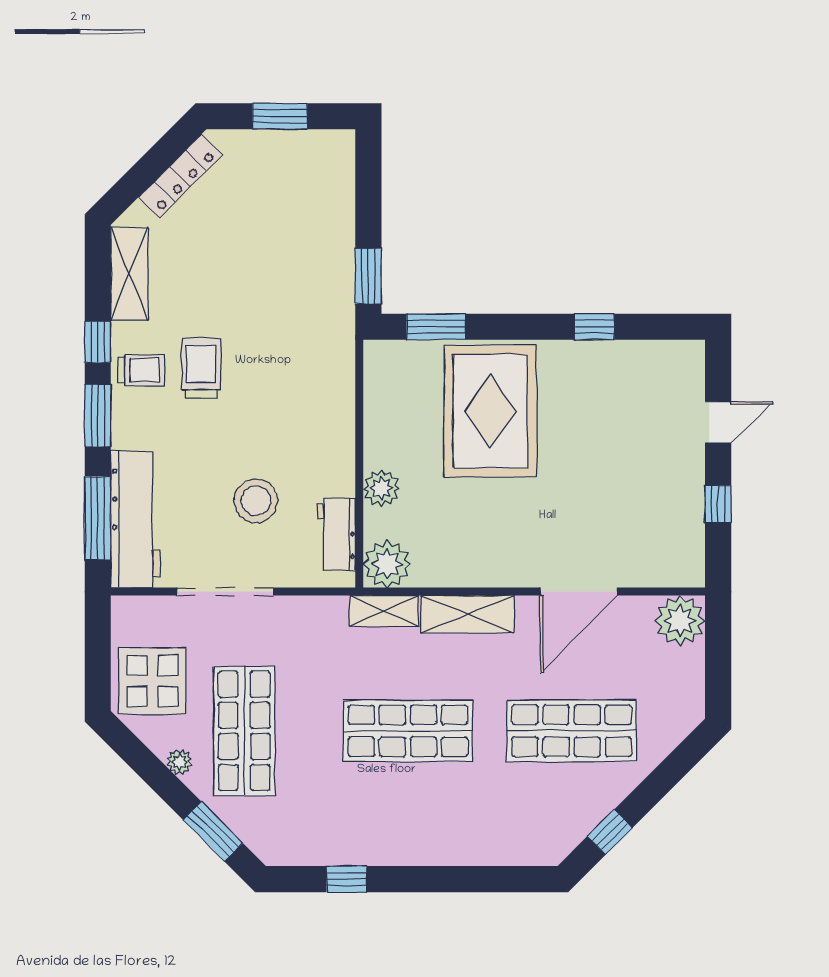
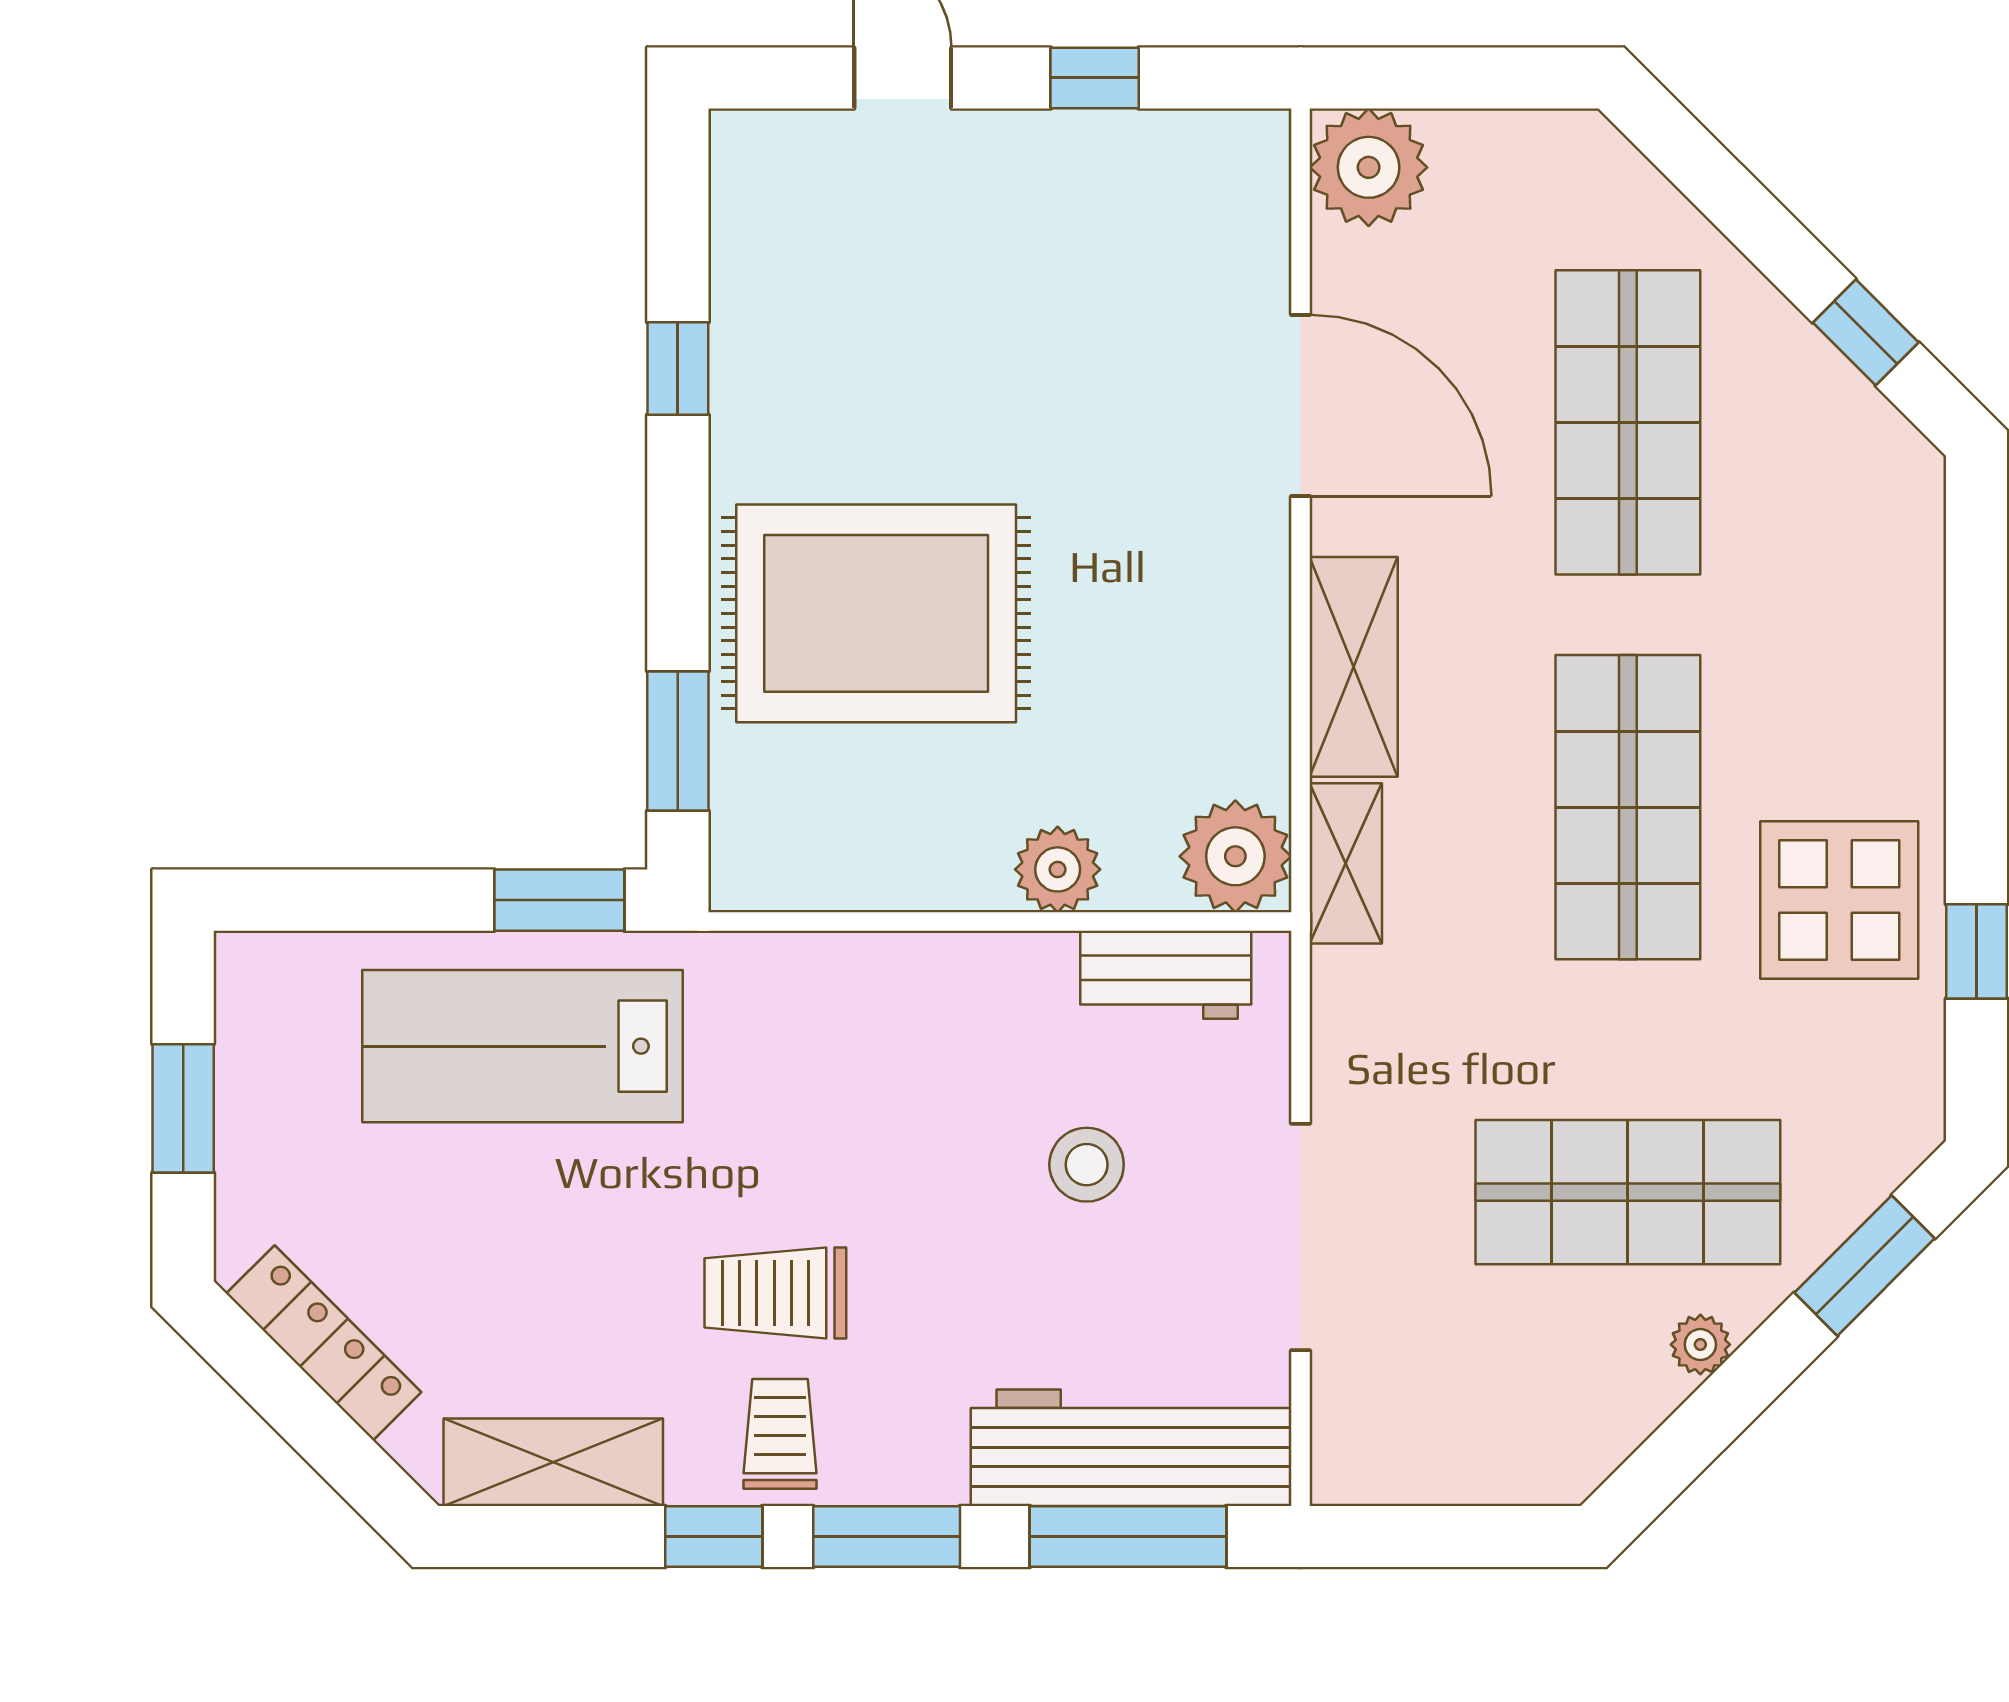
lab bench: (306, 261) -> (522, 1046), added
stool: (256, 501) -> (1087, 1165), width x0.73, depth x0.73
display table: (153, 681) -> (1839, 900), moved

